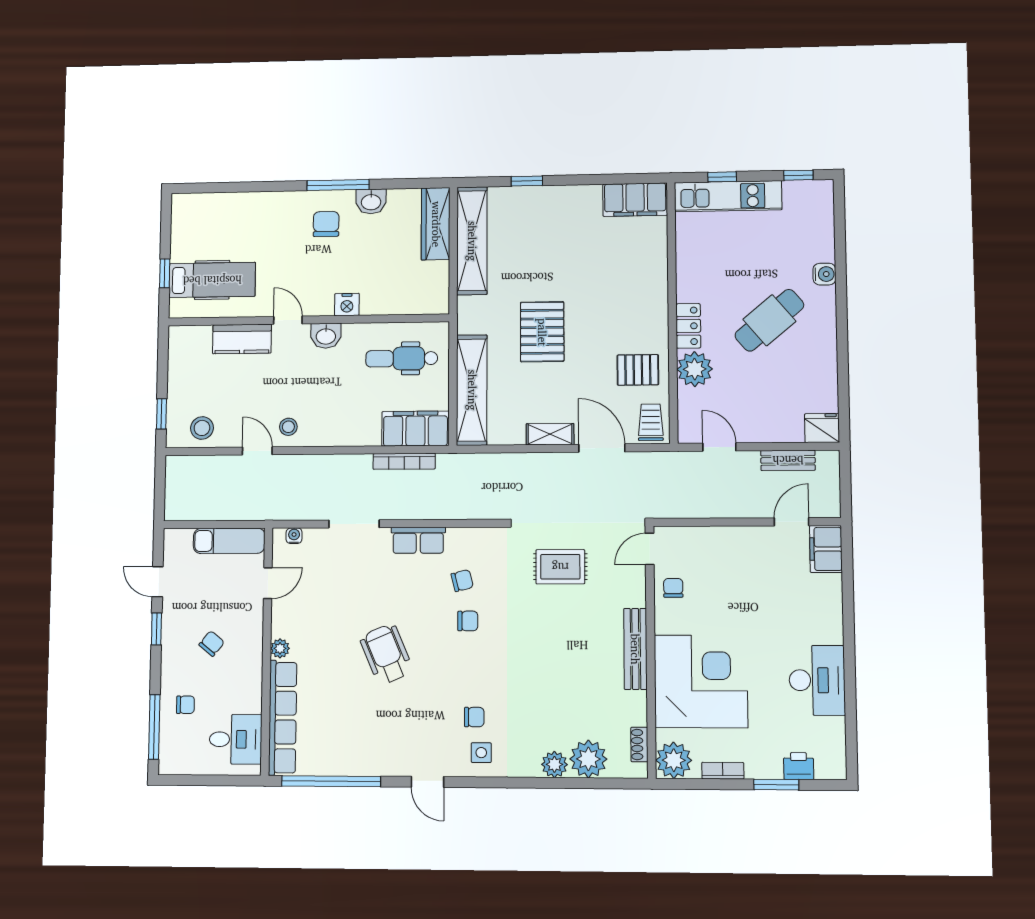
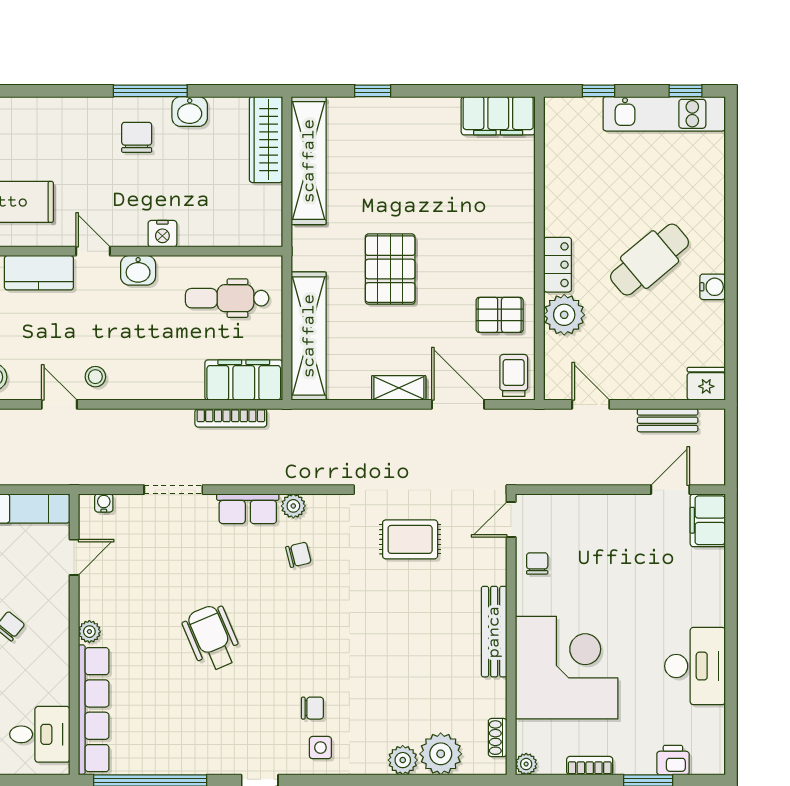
kitchen unit: (728, 196) -> (664, 114), moved
water cooler: (824, 274) -> (713, 287), moved
plant: (458, 538) -> (293, 506), added
chair: (468, 621) -> (305, 600), removed
plant: (674, 760) -> (526, 764), width x0.53, depth x0.53

